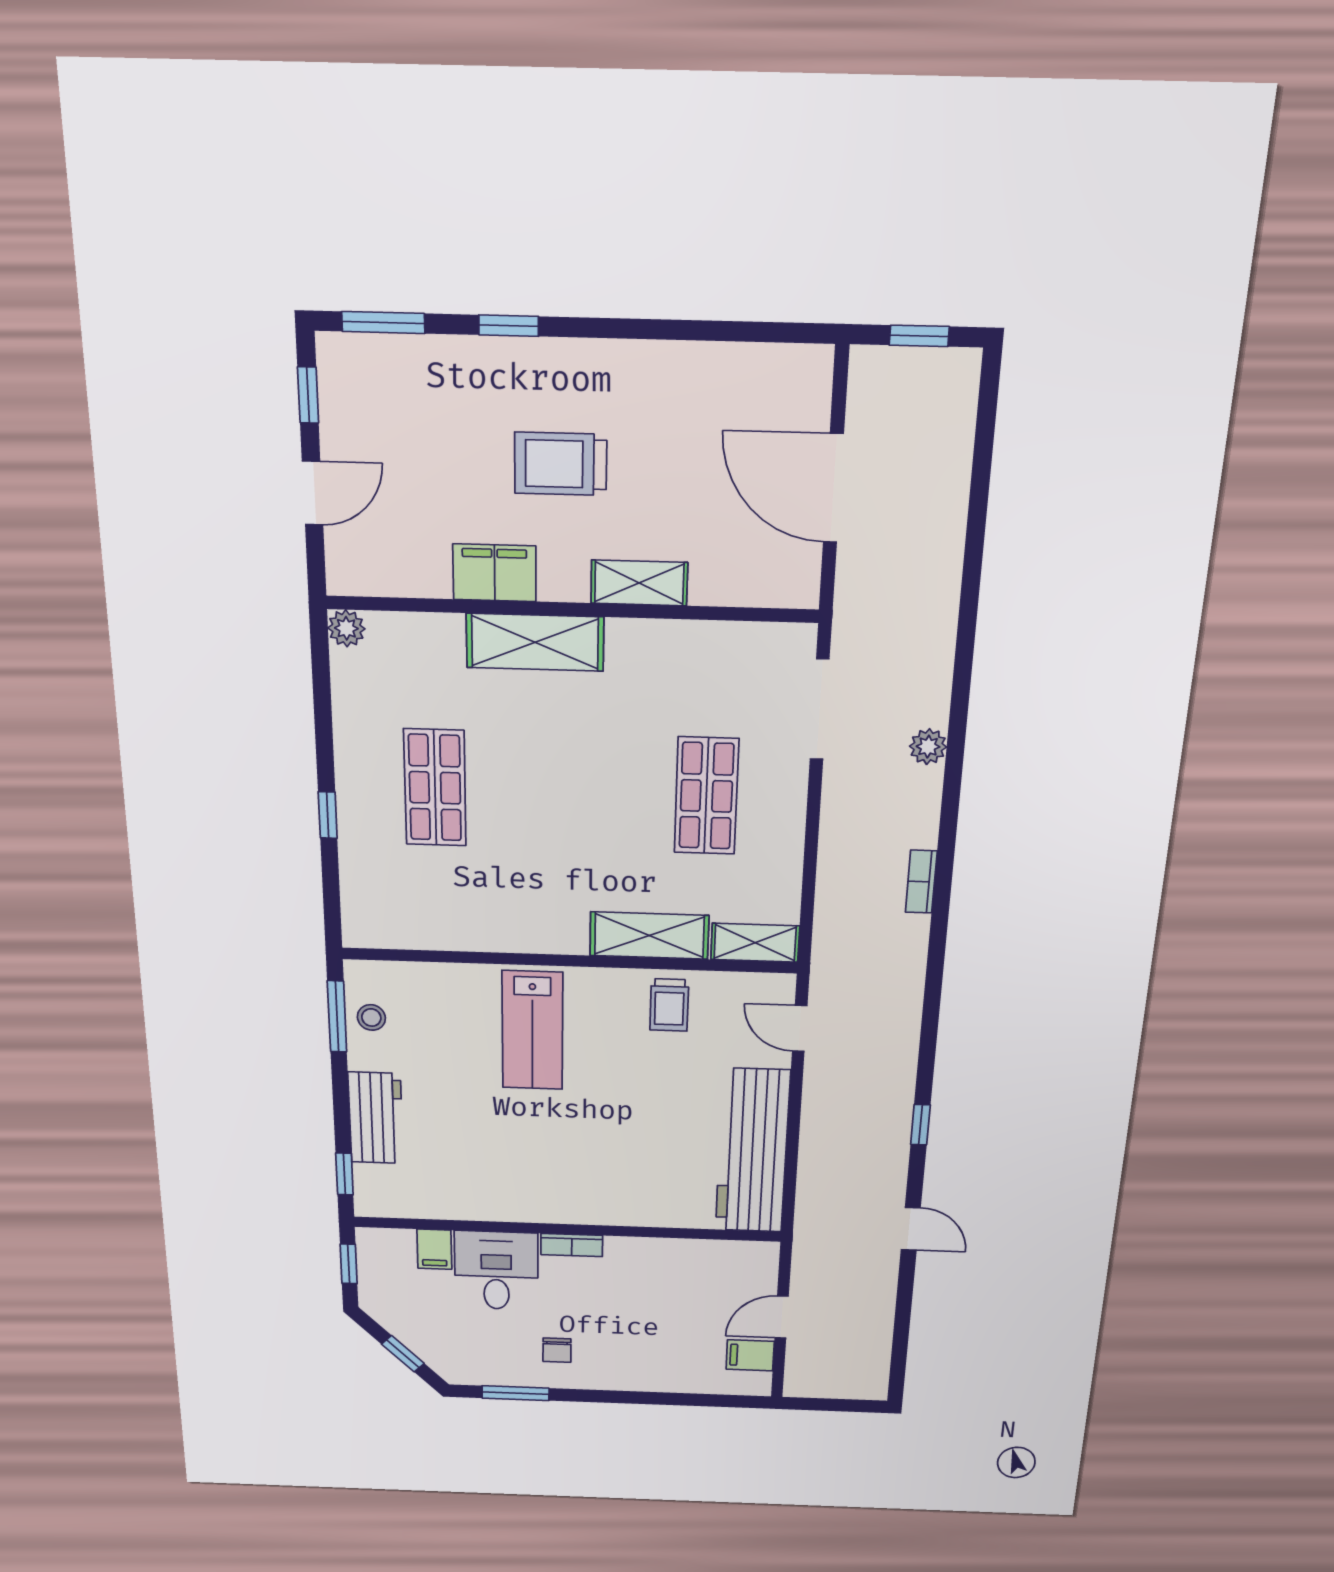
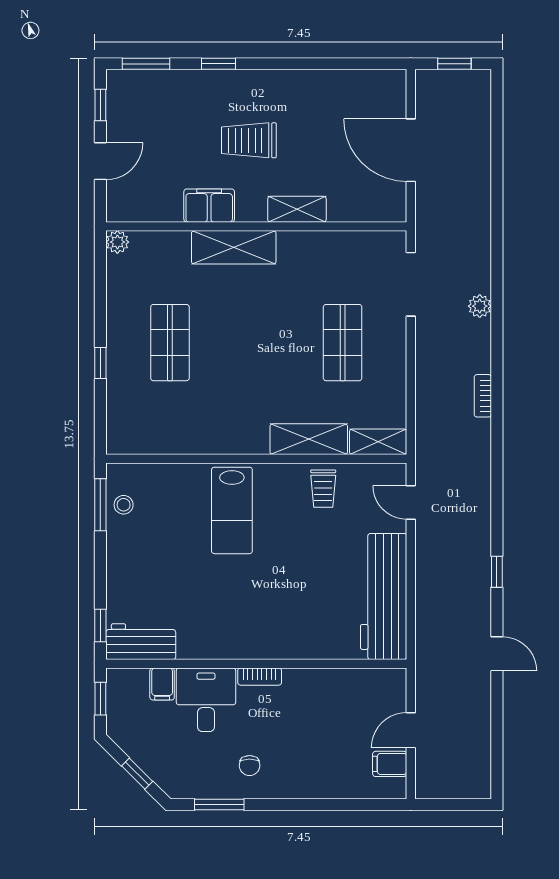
workbench: (376, 1118) -> (141, 642), moved, turned -90

